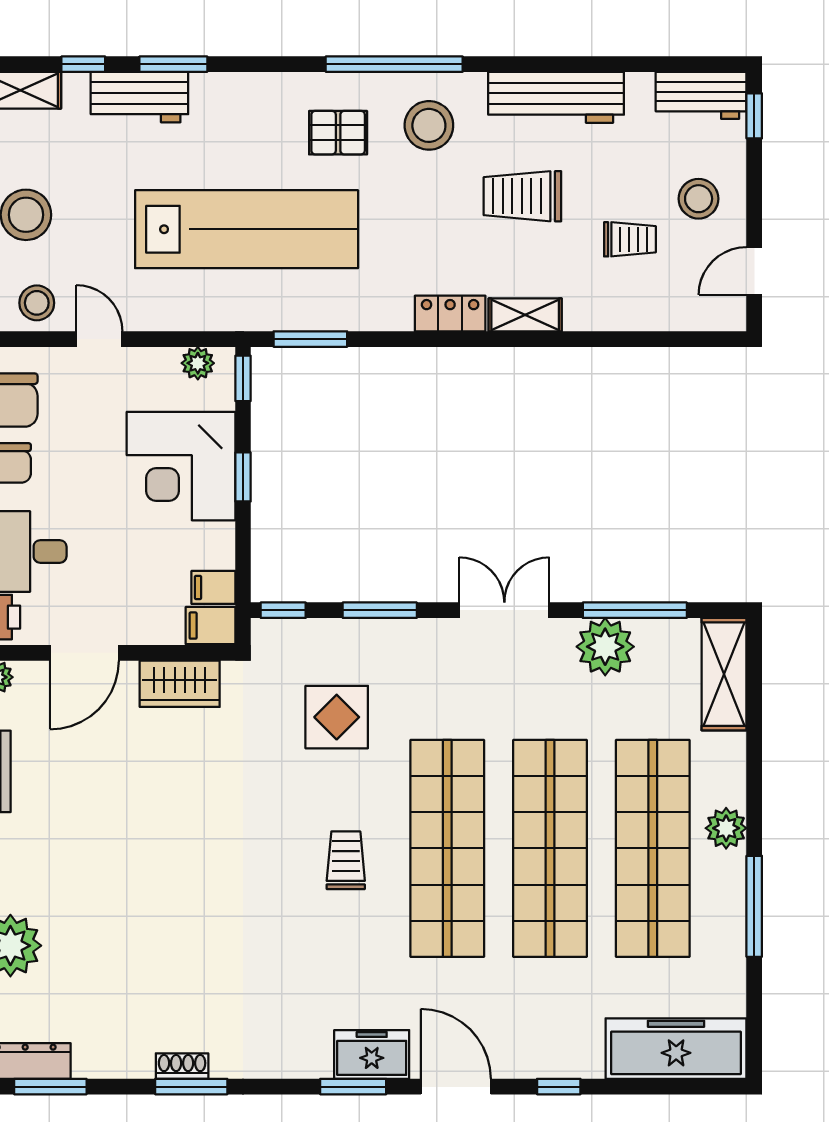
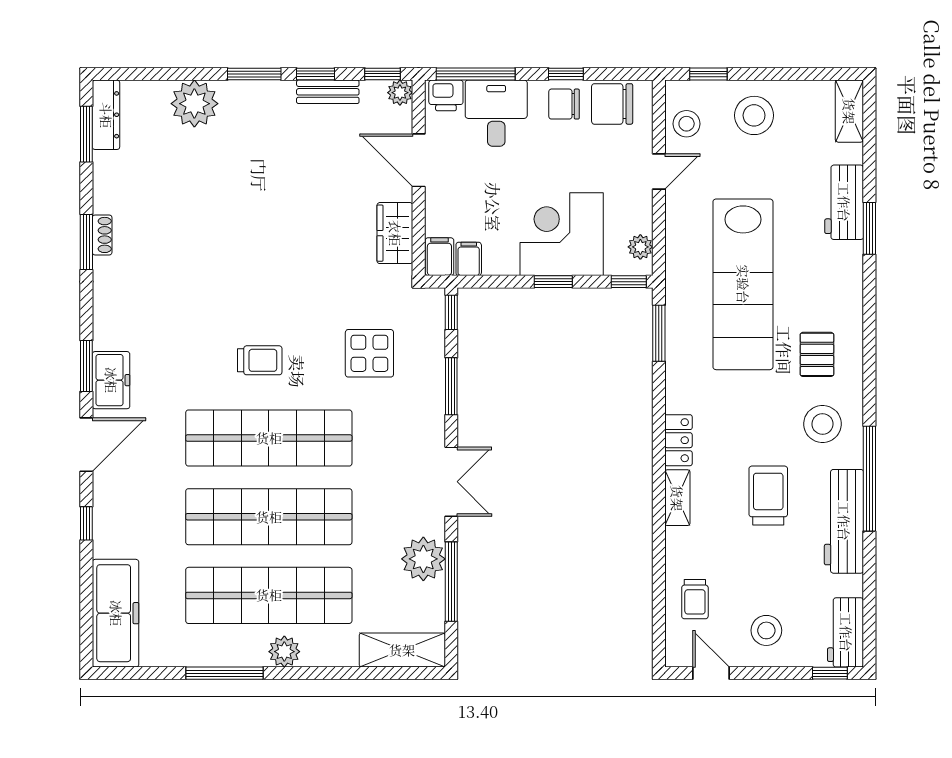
window: (83, 64) -> (869, 159), removed
window: (394, 64) -> (869, 479), moved
trolley: (630, 239) -> (695, 599), moved

